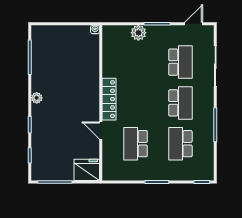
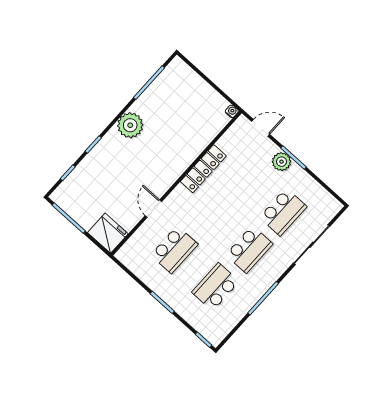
door: (194, 24) -> (261, 128), moved
plant: (138, 33) -> (282, 162), moved
plant: (37, 98) -> (130, 125), width x1.87, depth x1.87
locker: (109, 99) -> (203, 169), moved
school desk: (136, 144) -> (174, 250), turned 180

